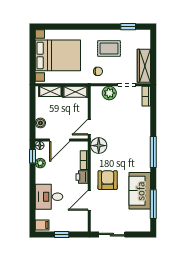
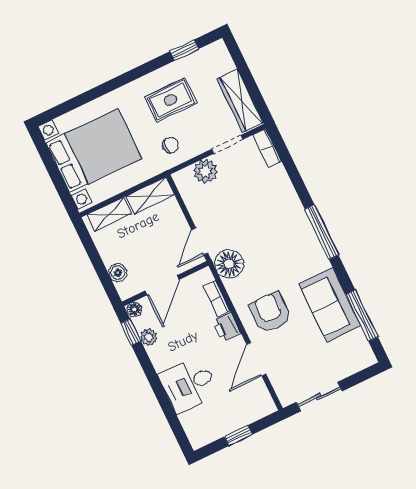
filing cabinet: (42, 225) -> (200, 435), removed

